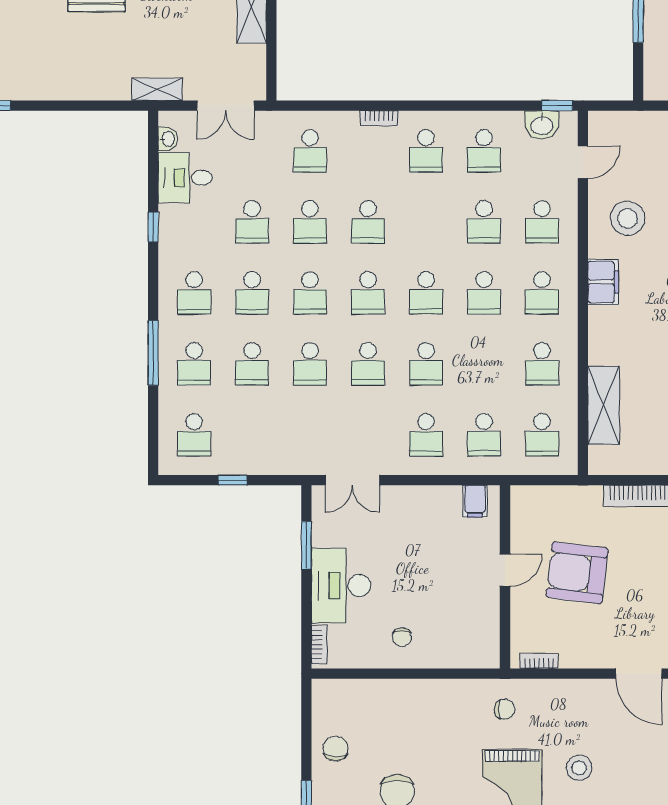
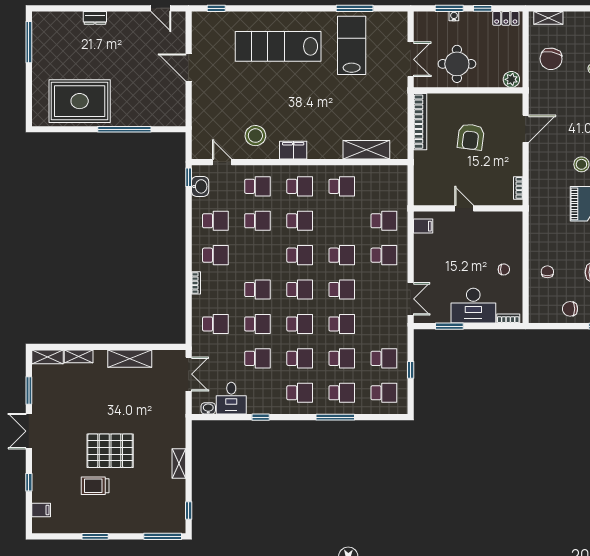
shelving: (157, 89) -> (179, 463), moved
school desk: (542, 435) -> (384, 358), moved
armchair: (577, 573) -> (471, 137), moved, width x0.73, depth x0.73
chair: (504, 709) -> (547, 272), moved

